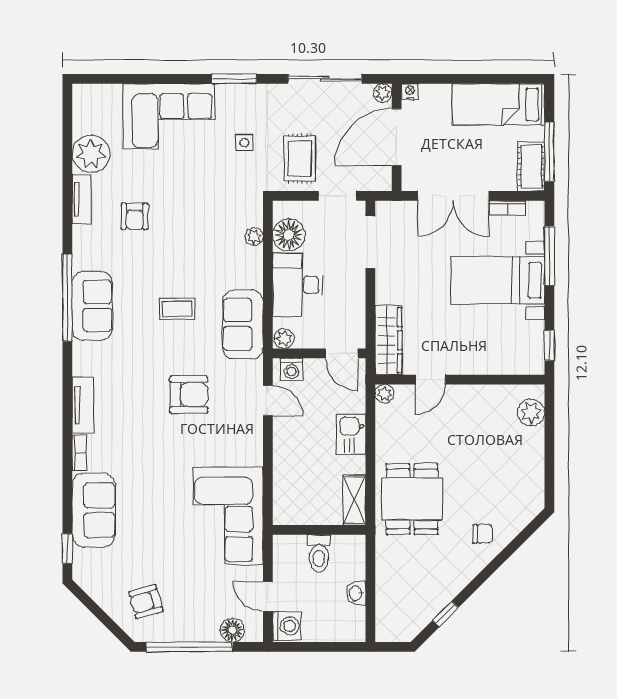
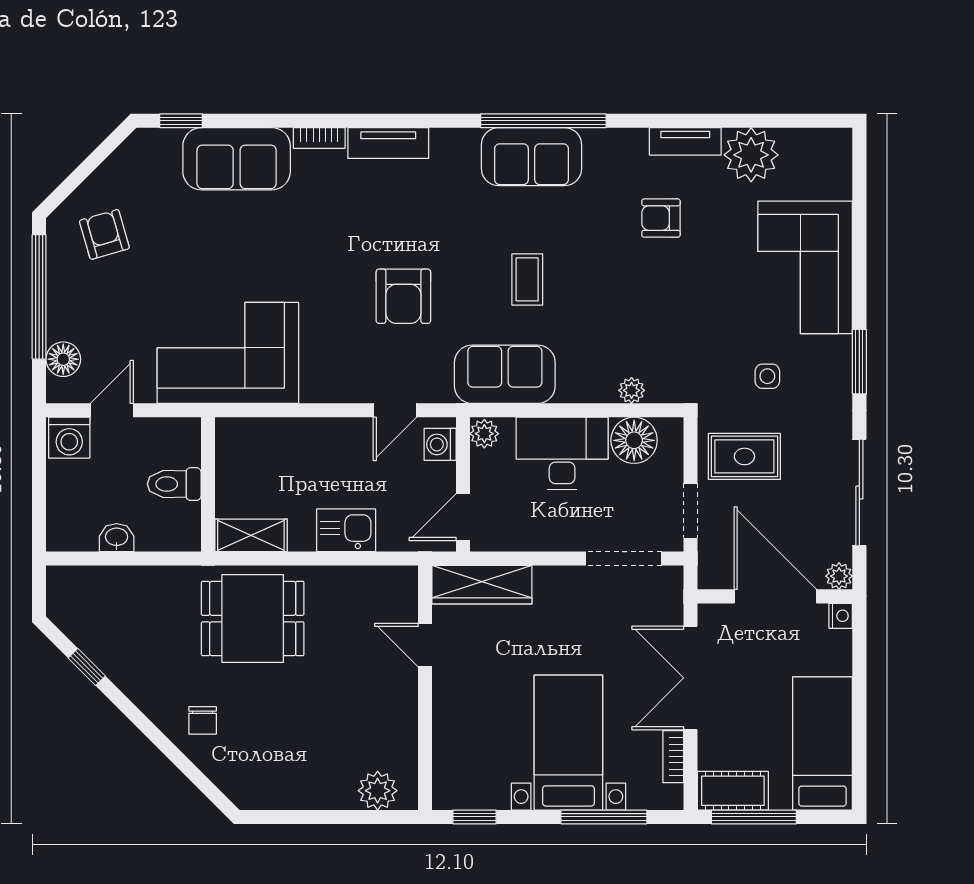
plant: (384, 394) -> (405, 579), removed

